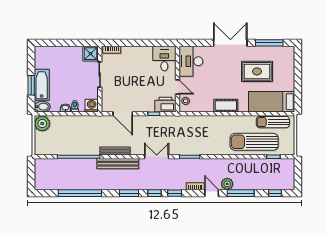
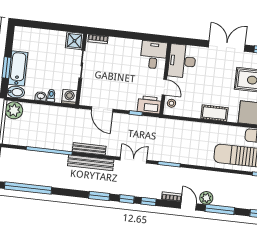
window: (80, 193) -> (28, 188), moved

